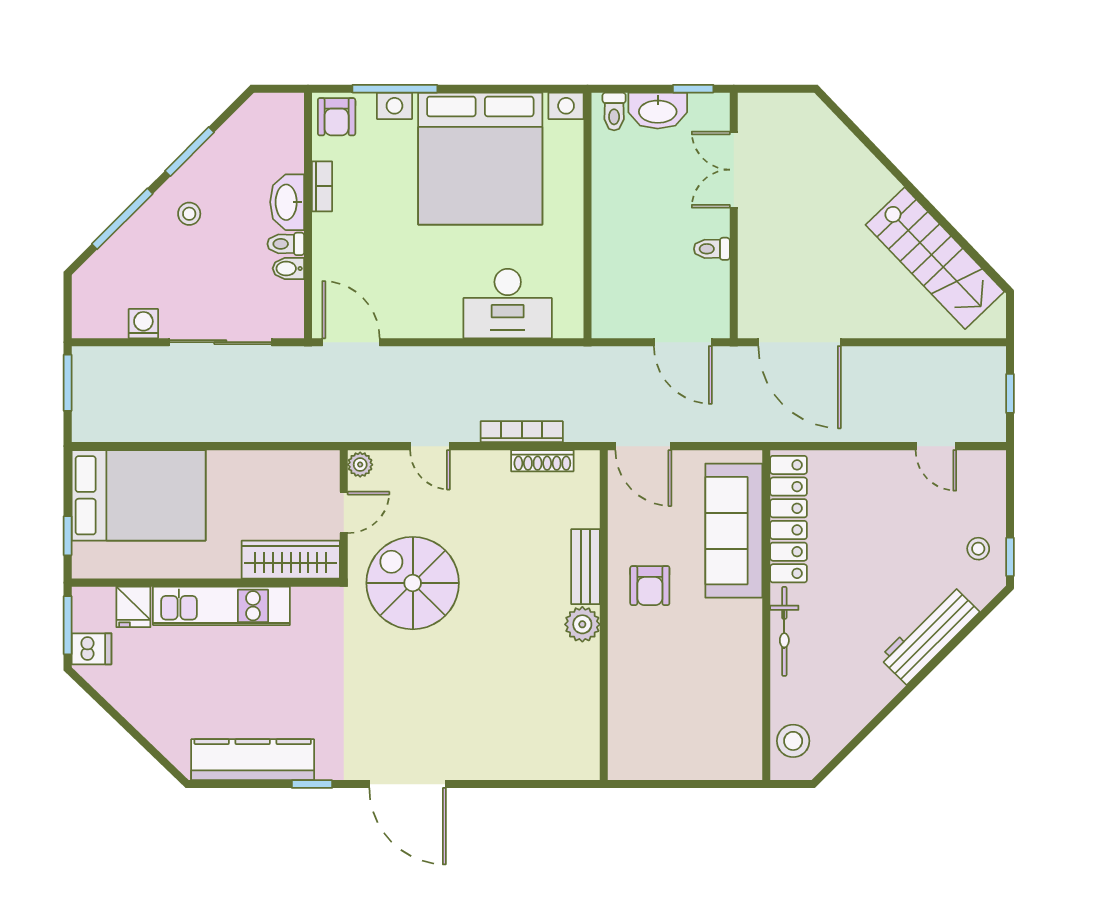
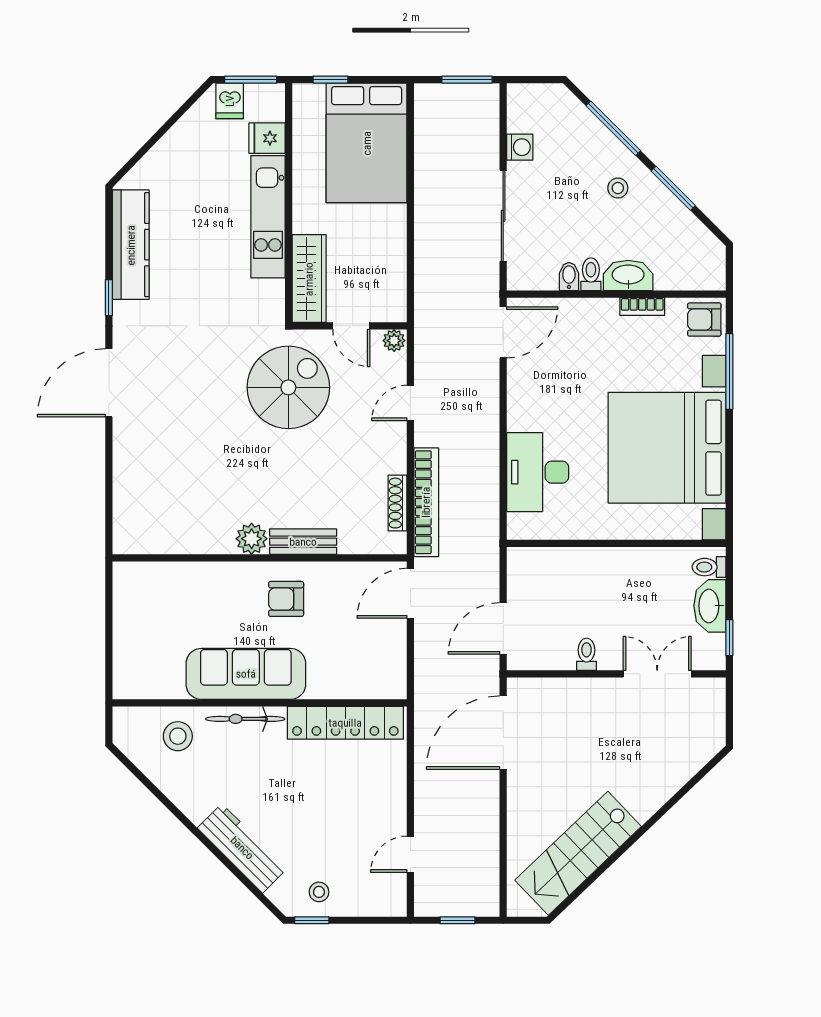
bookcase: (522, 432) -> (426, 502), width x1.48, depth x1.31
sofa: (734, 531) -> (246, 674), moved
stool: (793, 741) -> (178, 736), moved

